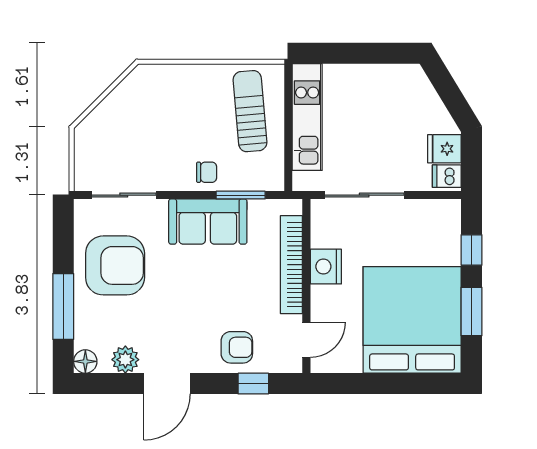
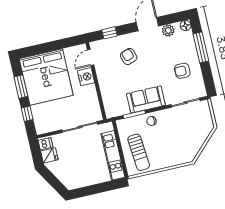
armchair: (115, 265) -> (182, 71), width x0.53, depth x0.53
bookcase: (291, 265) -> (105, 89), removed
nightstand: (326, 267) -> (86, 77), moved
armchair: (237, 347) -> (129, 56), moved, turned 72

